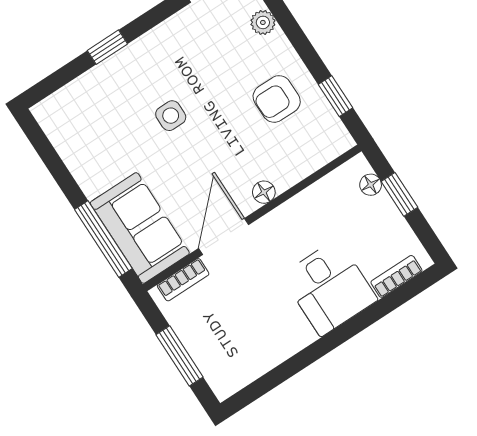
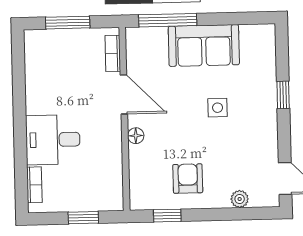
floor lamp: (371, 185) -> (100, 204), removed
sofa: (140, 228) -> (204, 45), moved

